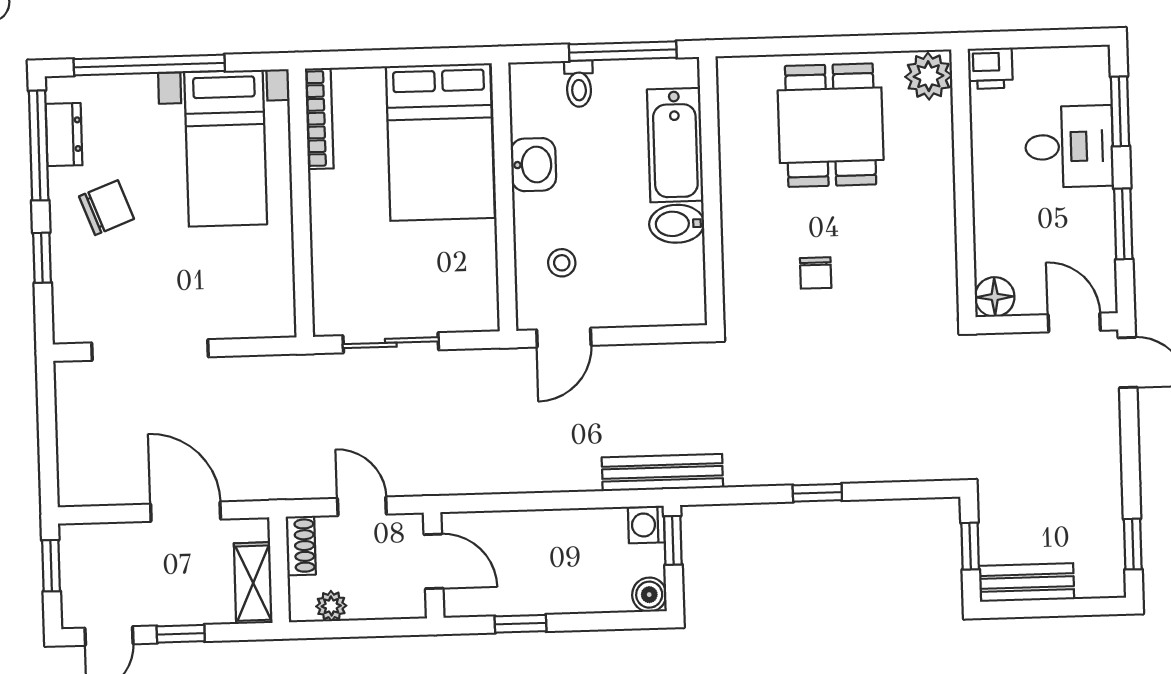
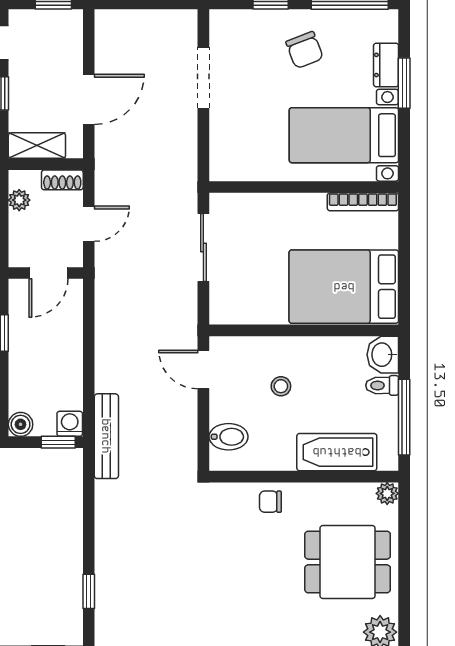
window: (149, 65) -> (404, 83), width x0.47
plant: (732, 72) -> (387, 493), added
dresser: (64, 135) -> (386, 65), moved, turned 90
washbasin: (533, 165) -> (383, 355), moved, turned 90
bidet: (677, 224) -> (229, 437), moved, turned 90
stool: (562, 263) -> (281, 386), moved
chair: (816, 273) -> (270, 502), moved
doorway: (150, 350) -> (203, 78), width x0.73
window: (817, 493) -> (89, 591), moved

